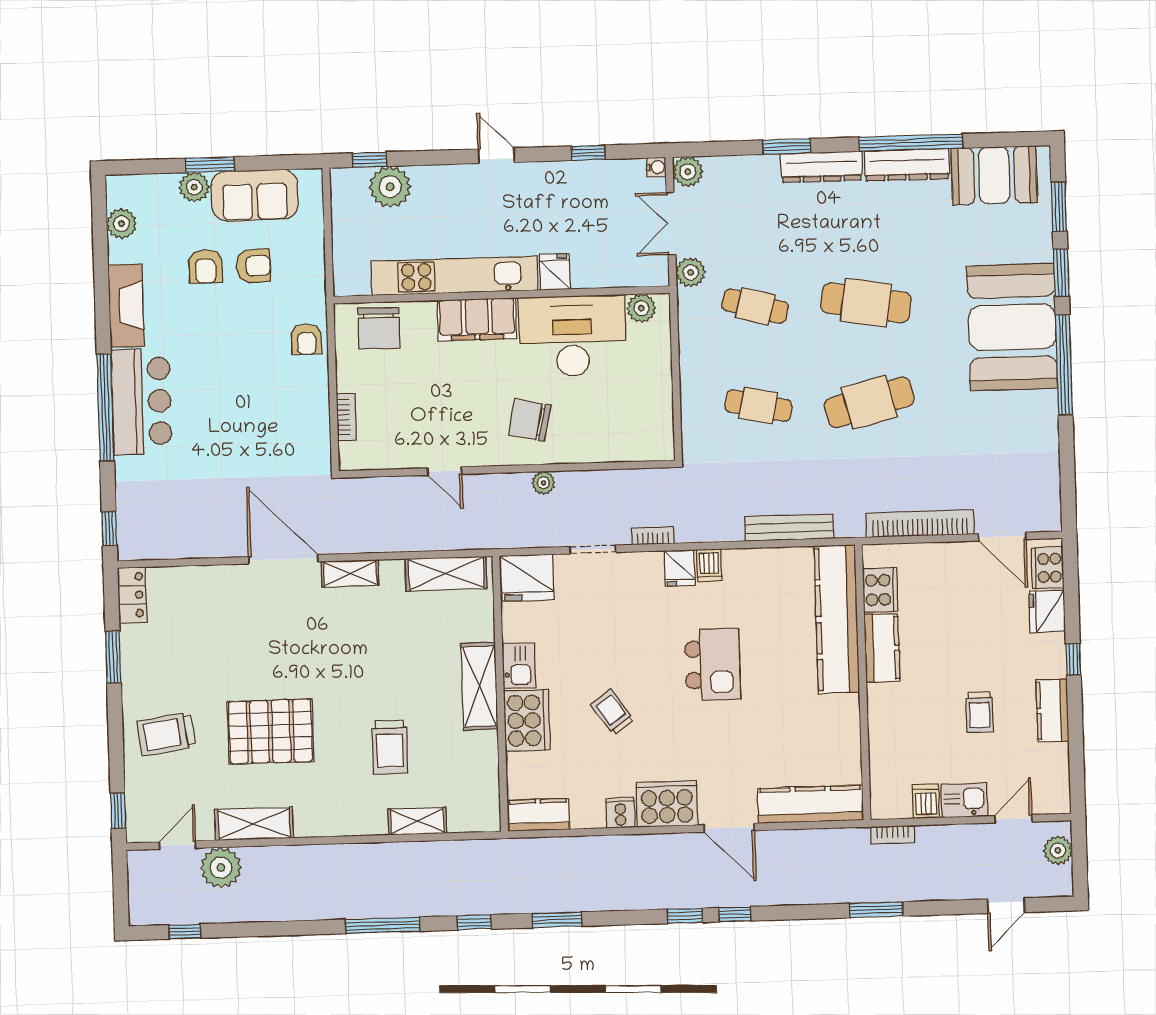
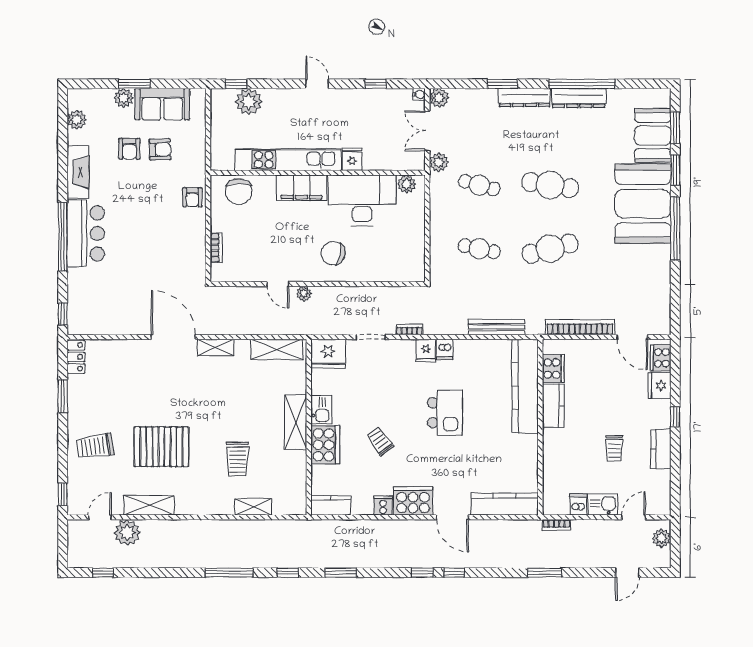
booth: (994, 175) -> (653, 135), moved, turned 90
plant: (543, 483) -> (304, 294), moved

